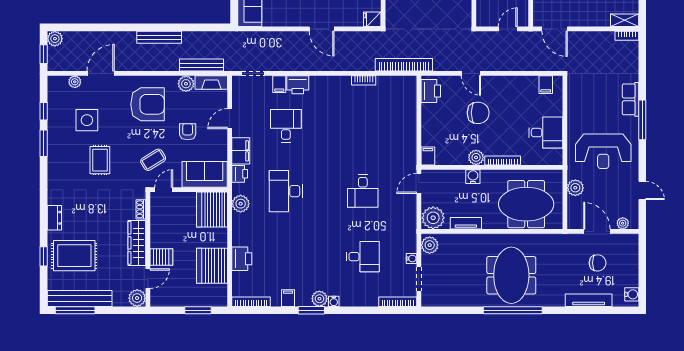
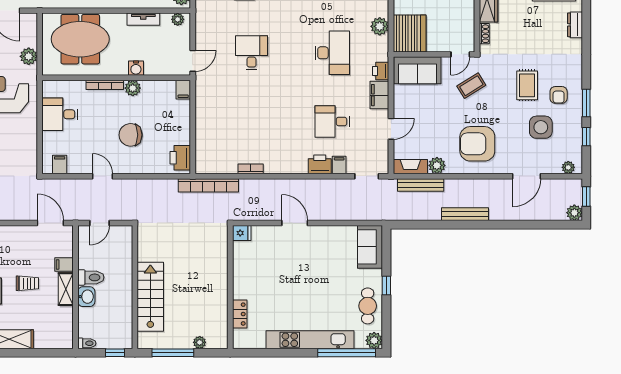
door: (471, 73) -> (103, 176), moved
plant: (75, 82) -> (568, 167), moved
desk: (286, 126) -> (332, 121), turned 90
armchair: (188, 132) -> (559, 95), moved
plant: (241, 204) -> (380, 26), moved
plant: (433, 218) -> (178, 19), width x0.53, depth x0.53

